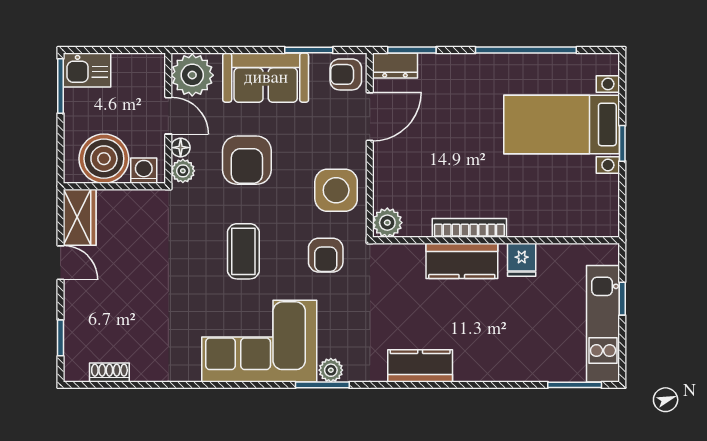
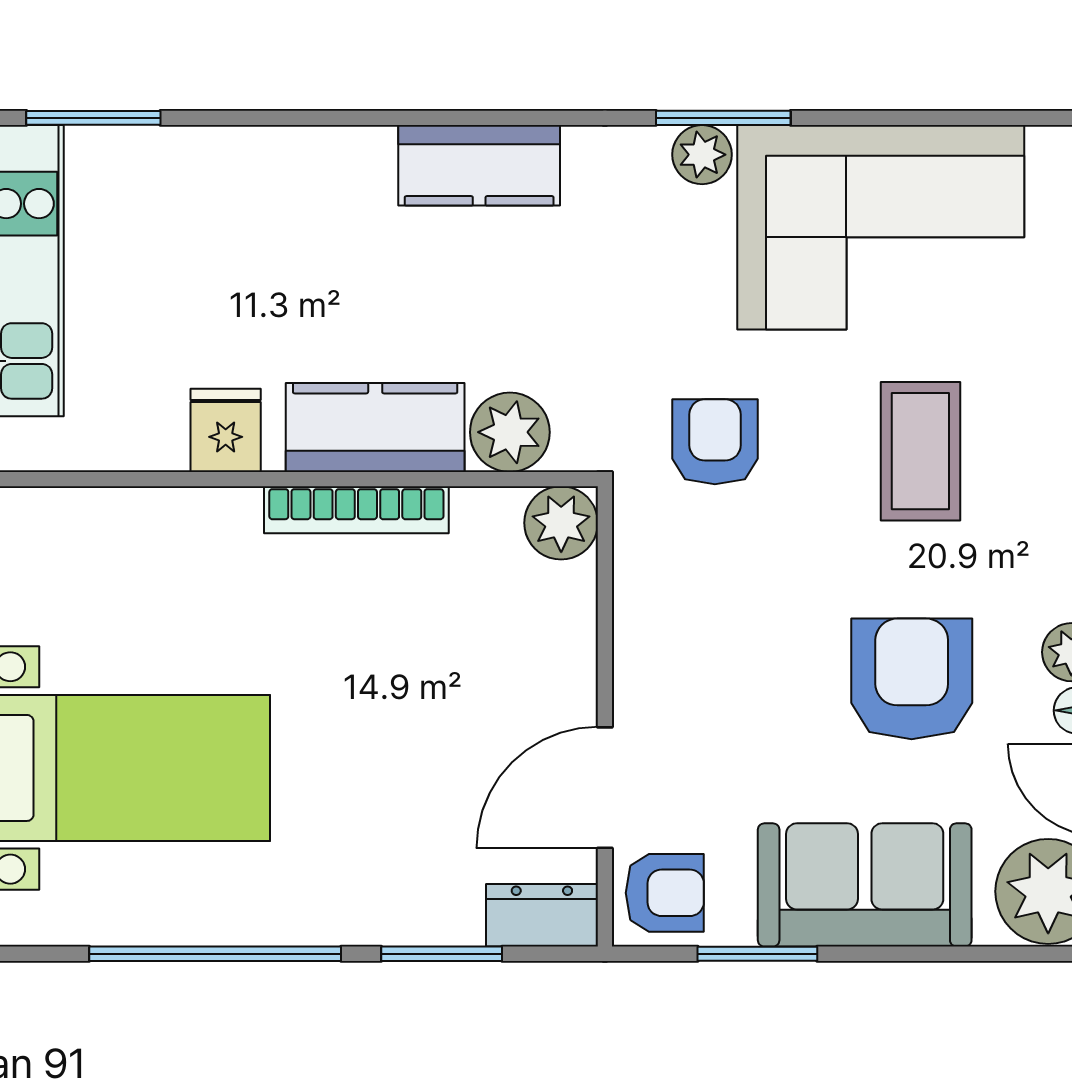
window: (412, 50) -> (442, 954), moved
side table: (336, 190) -> (689, 604), removed
plant: (408, 259) -> (510, 432), added

